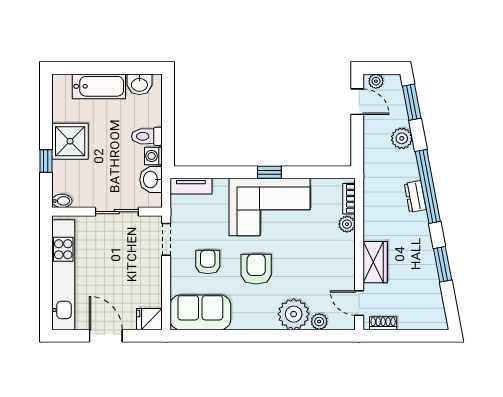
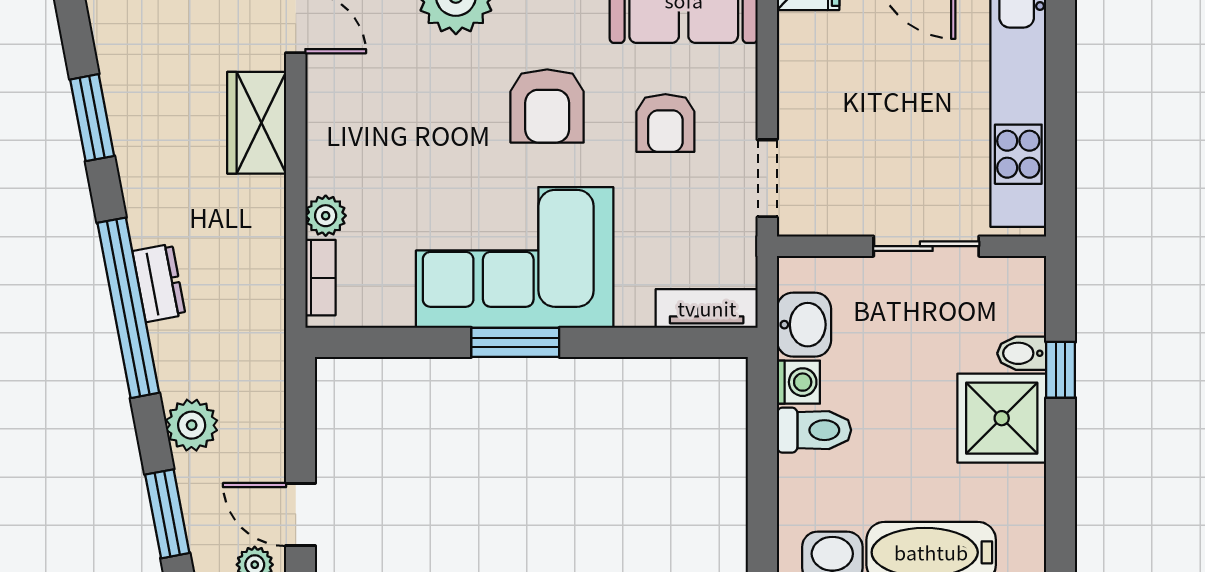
window: (269, 172) -> (515, 342), width x1.50
bidet: (62, 201) -> (1022, 353), moved
sliding door: (117, 212) -> (926, 246), moved

